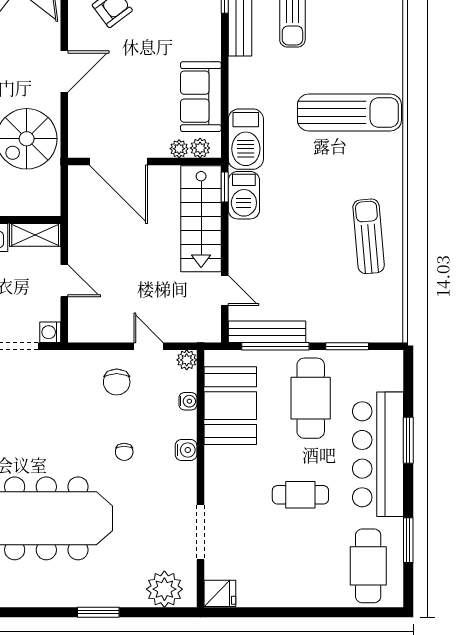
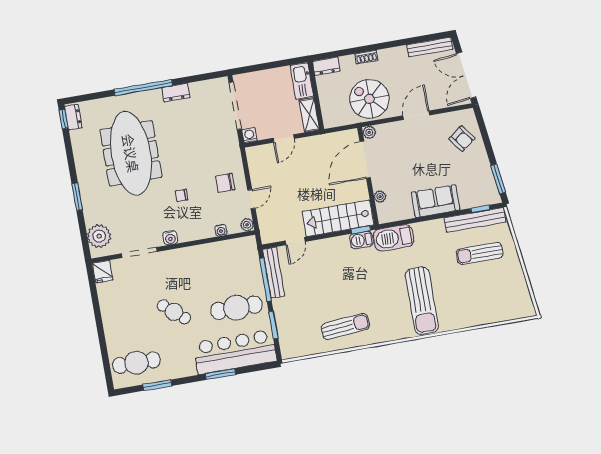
door: (64, 71) -> (416, 115), swing flipped
sofa: (201, 97) -> (436, 201), moved
plant: (200, 148) -> (369, 132), moved
barbecue: (244, 195) -> (361, 240), width x0.73, depth x0.79
booth: (230, 406) -> (223, 257), removed
water cooler: (186, 450) -> (170, 238), moved
bar counter: (378, 454) -> (235, 352), moved
cafe table: (300, 495) -> (174, 312), turned -50

